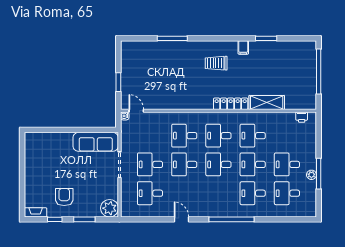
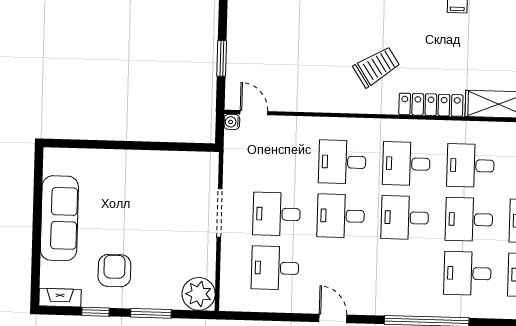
trolley: (216, 63) -> (377, 67), moved, turned 147
sofa: (96, 142) -> (59, 218), moved, turned -90

